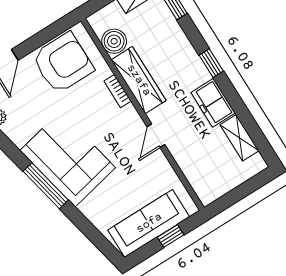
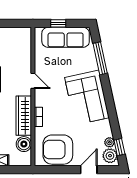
door: (156, 136) -> (33, 81), hinge flipped
window: (46, 186) -> (100, 58), moved

